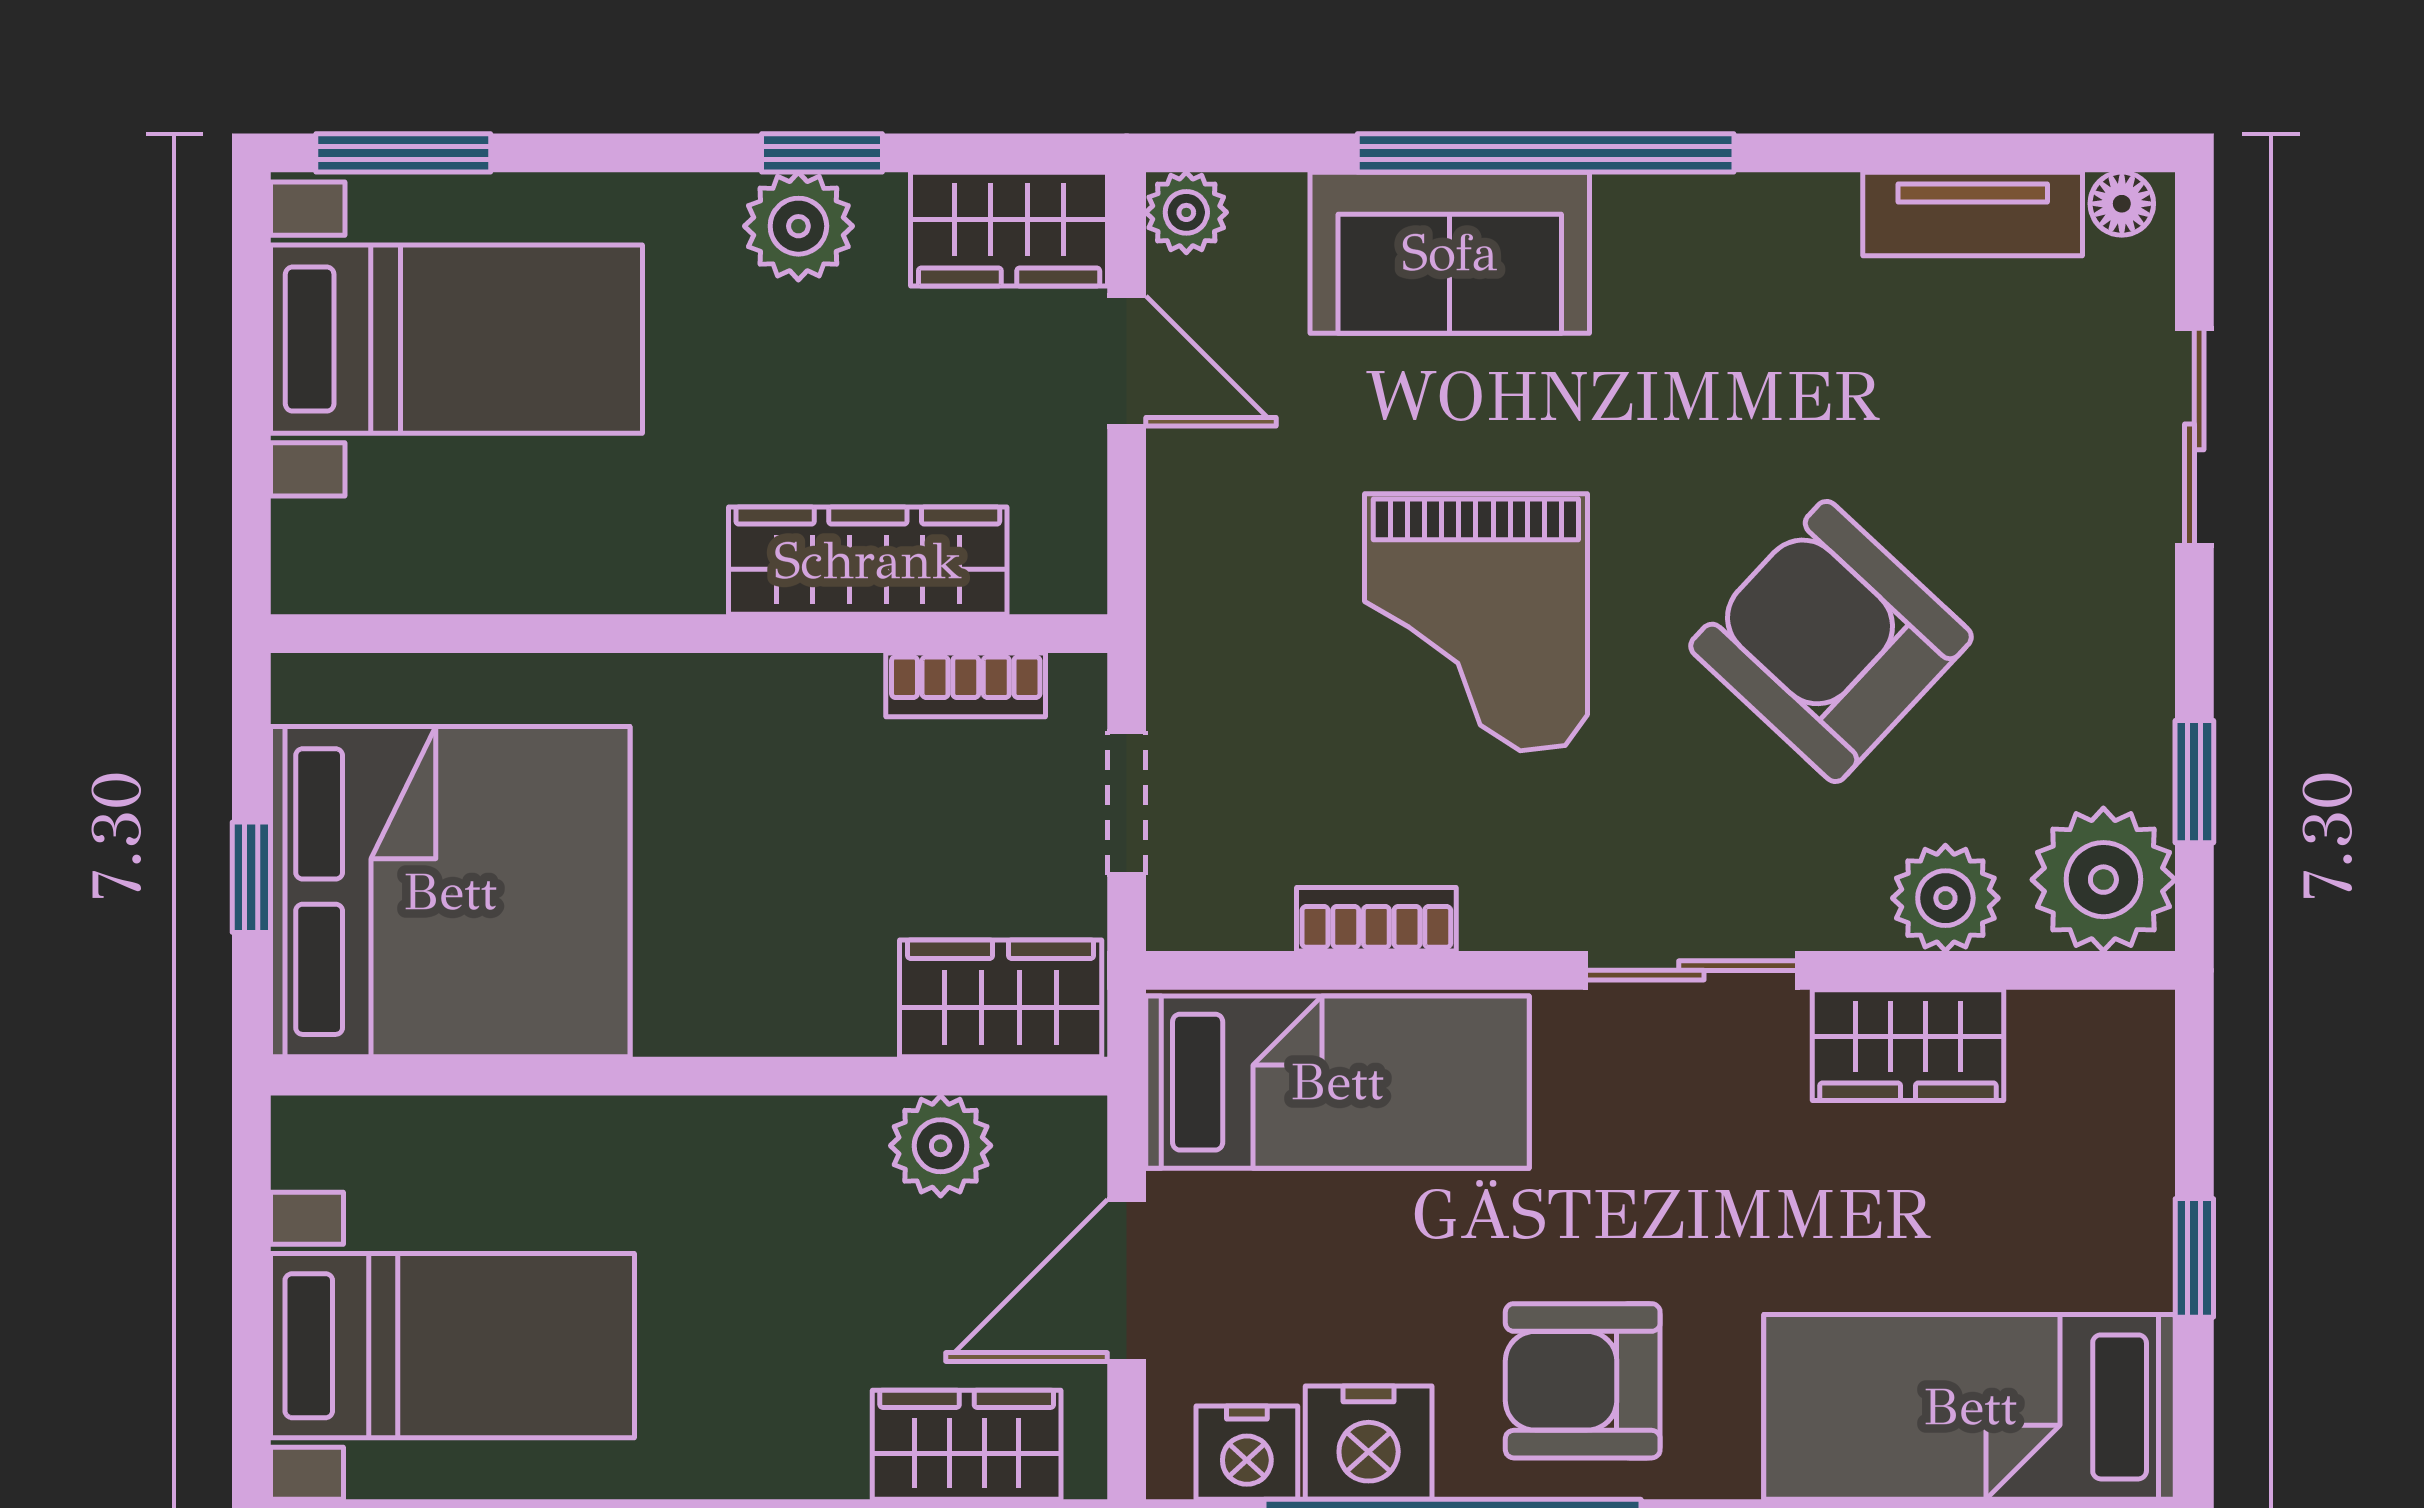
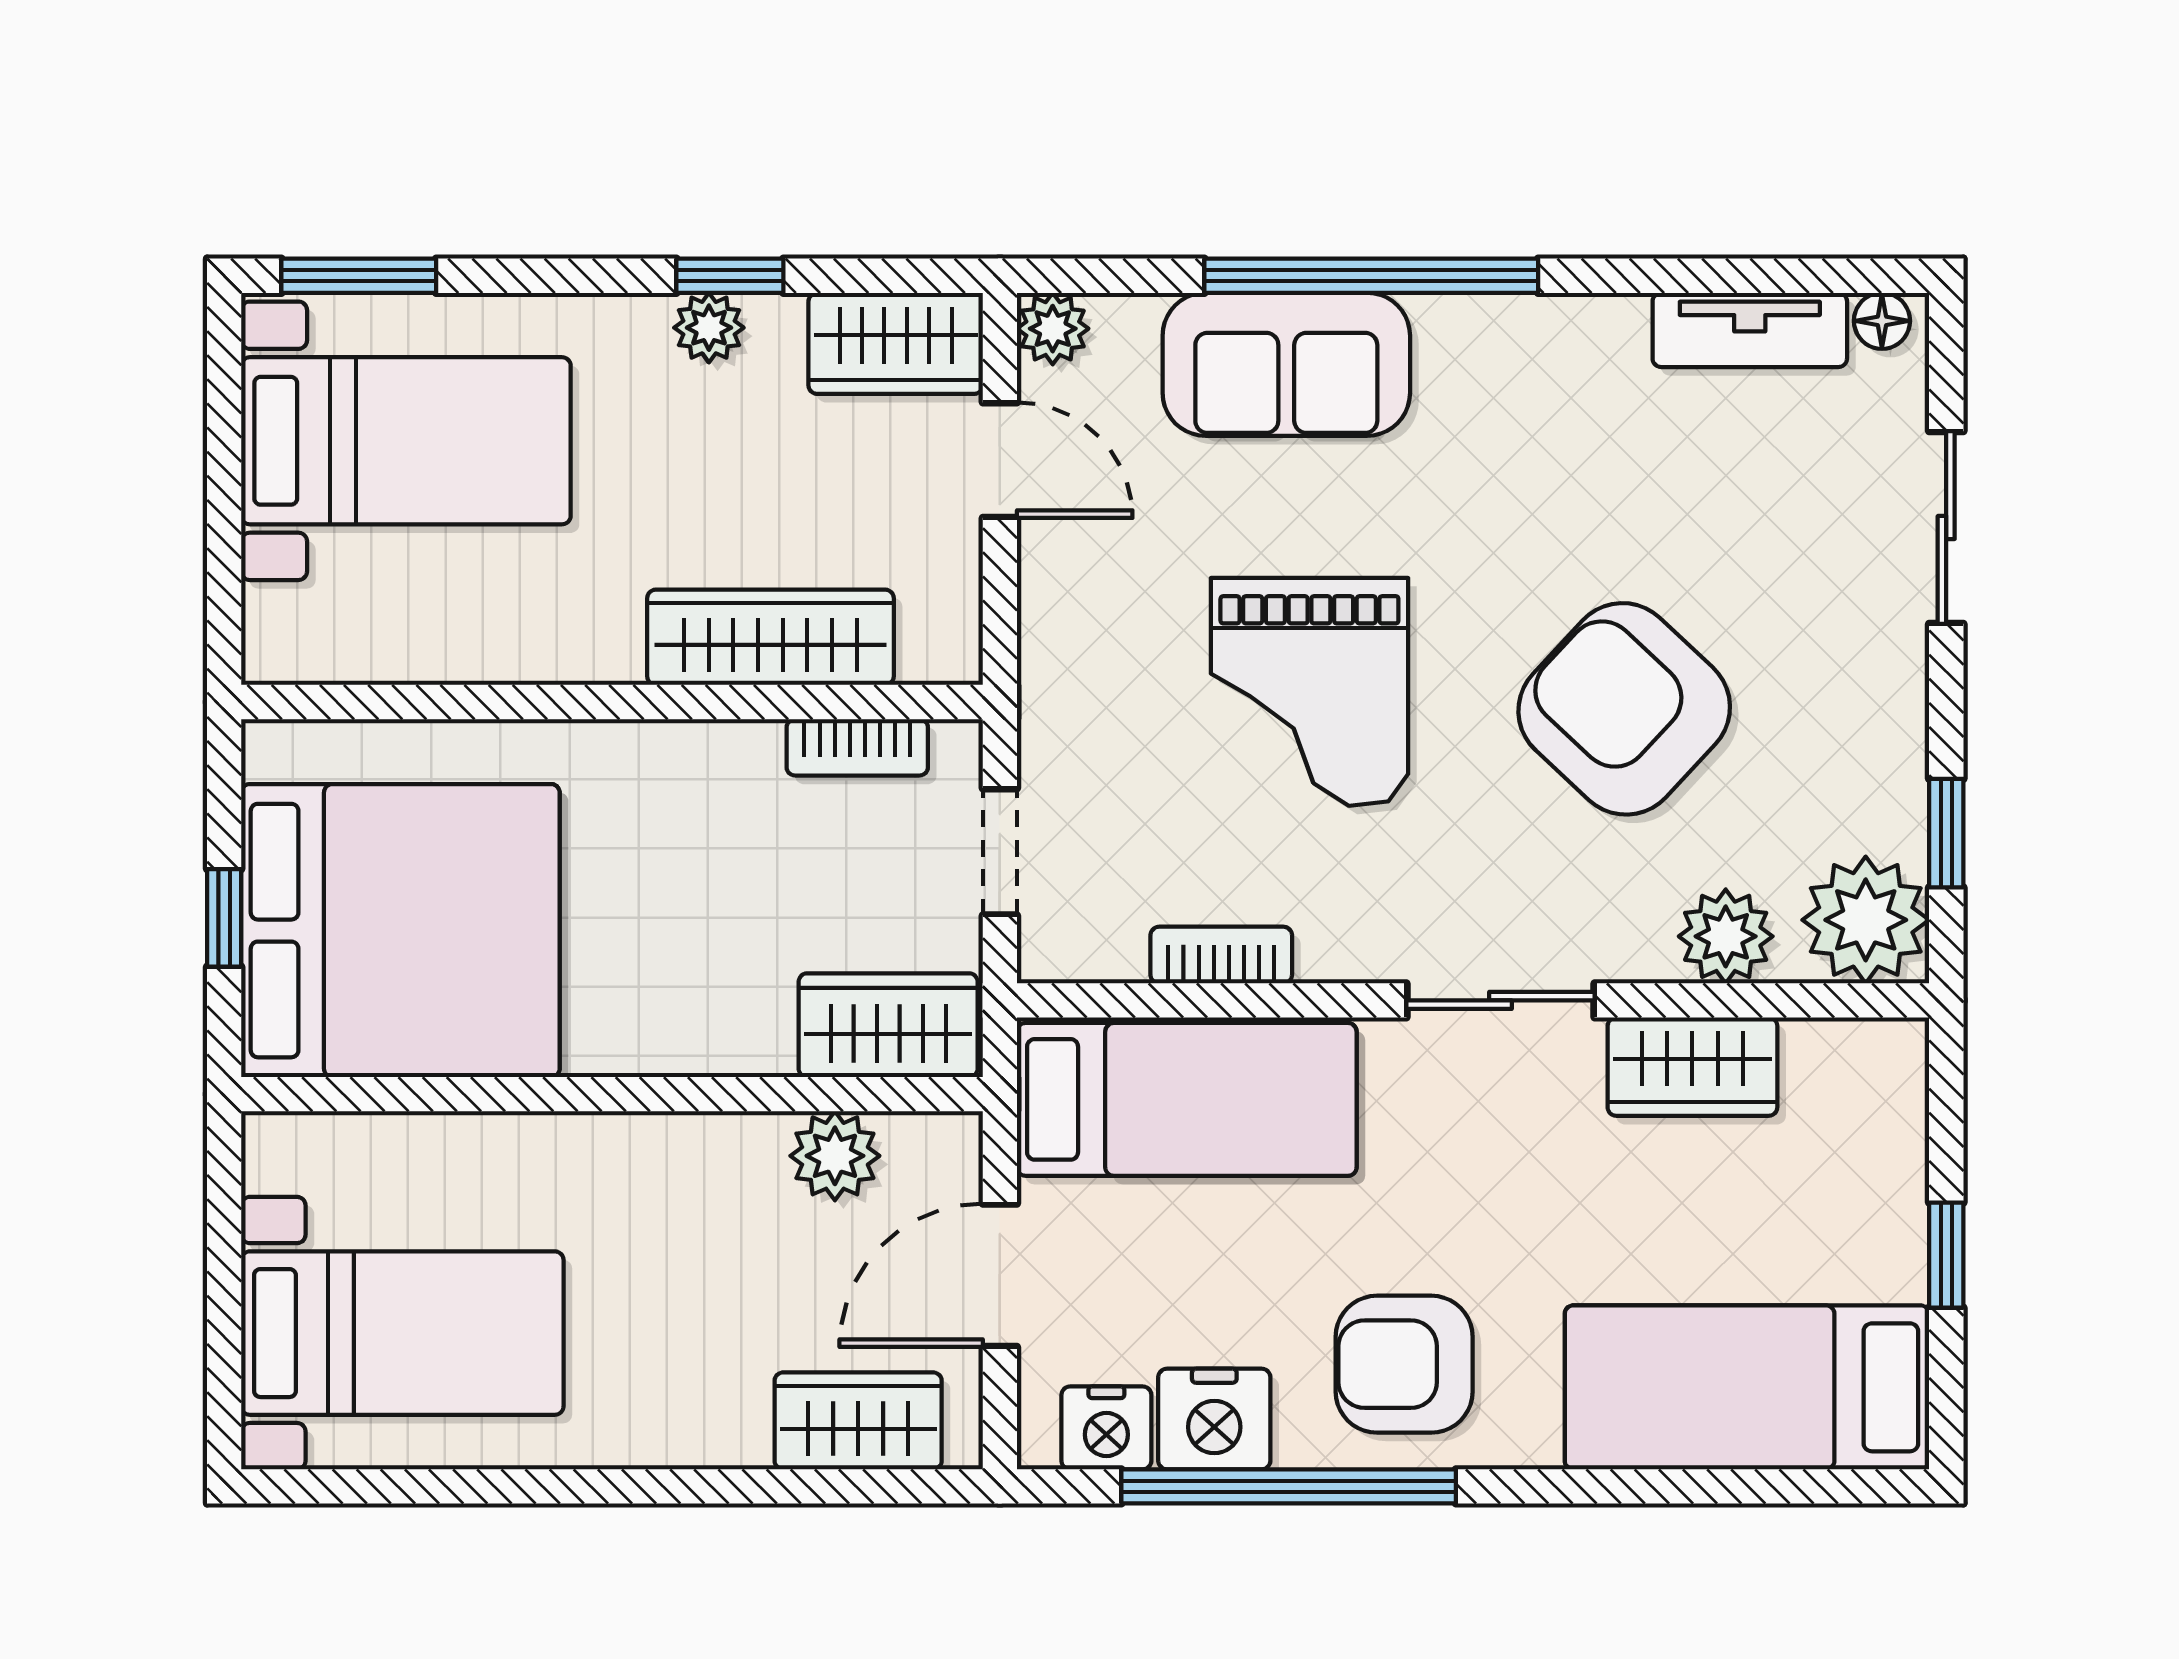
plant: (798, 226) -> (709, 328), width x0.73, depth x0.73

